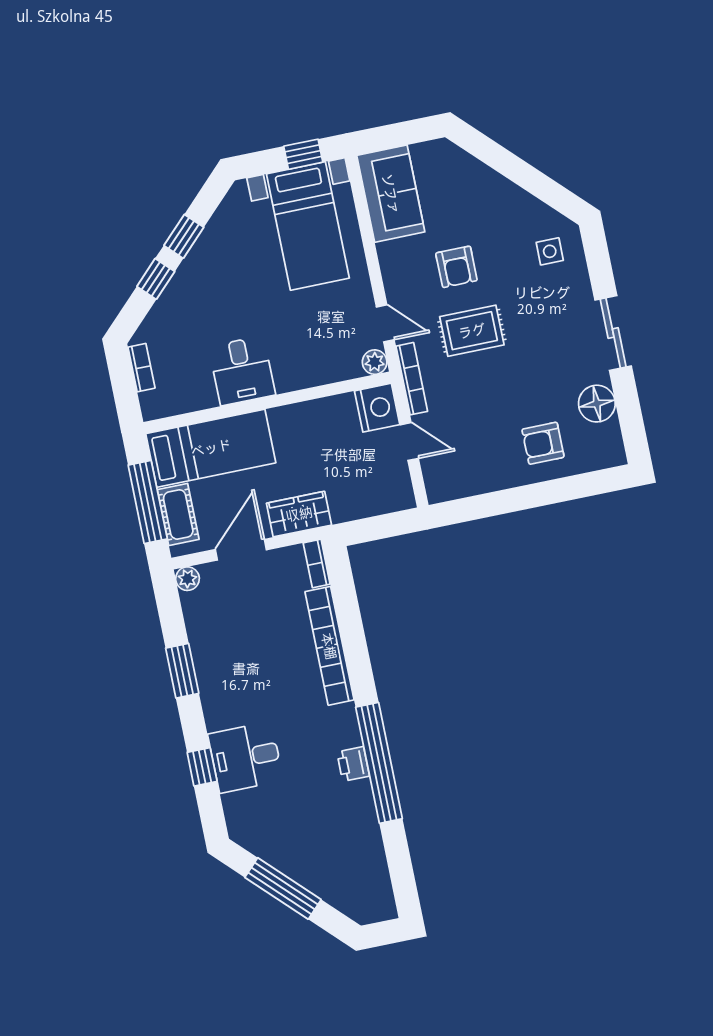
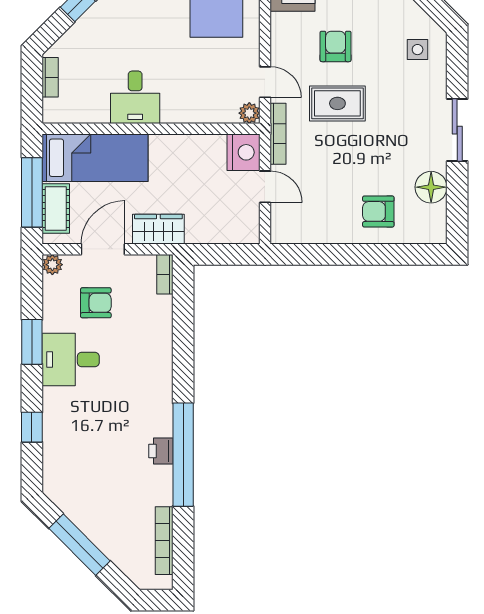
armchair: (456, 267) -> (336, 46), turned 180
armchair: (245, 612) -> (96, 303), added
bookcase: (329, 646) -> (164, 541), moved, width x0.68, depth x0.76
desk: (246, 757) -> (71, 359), moved

